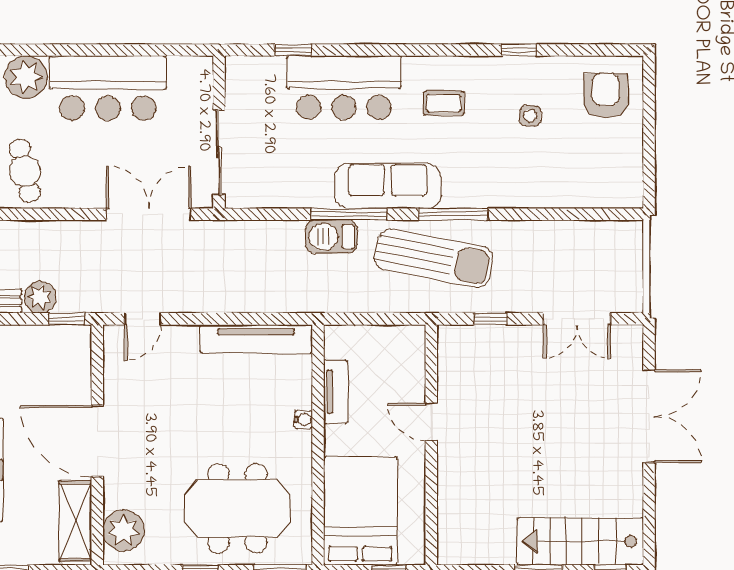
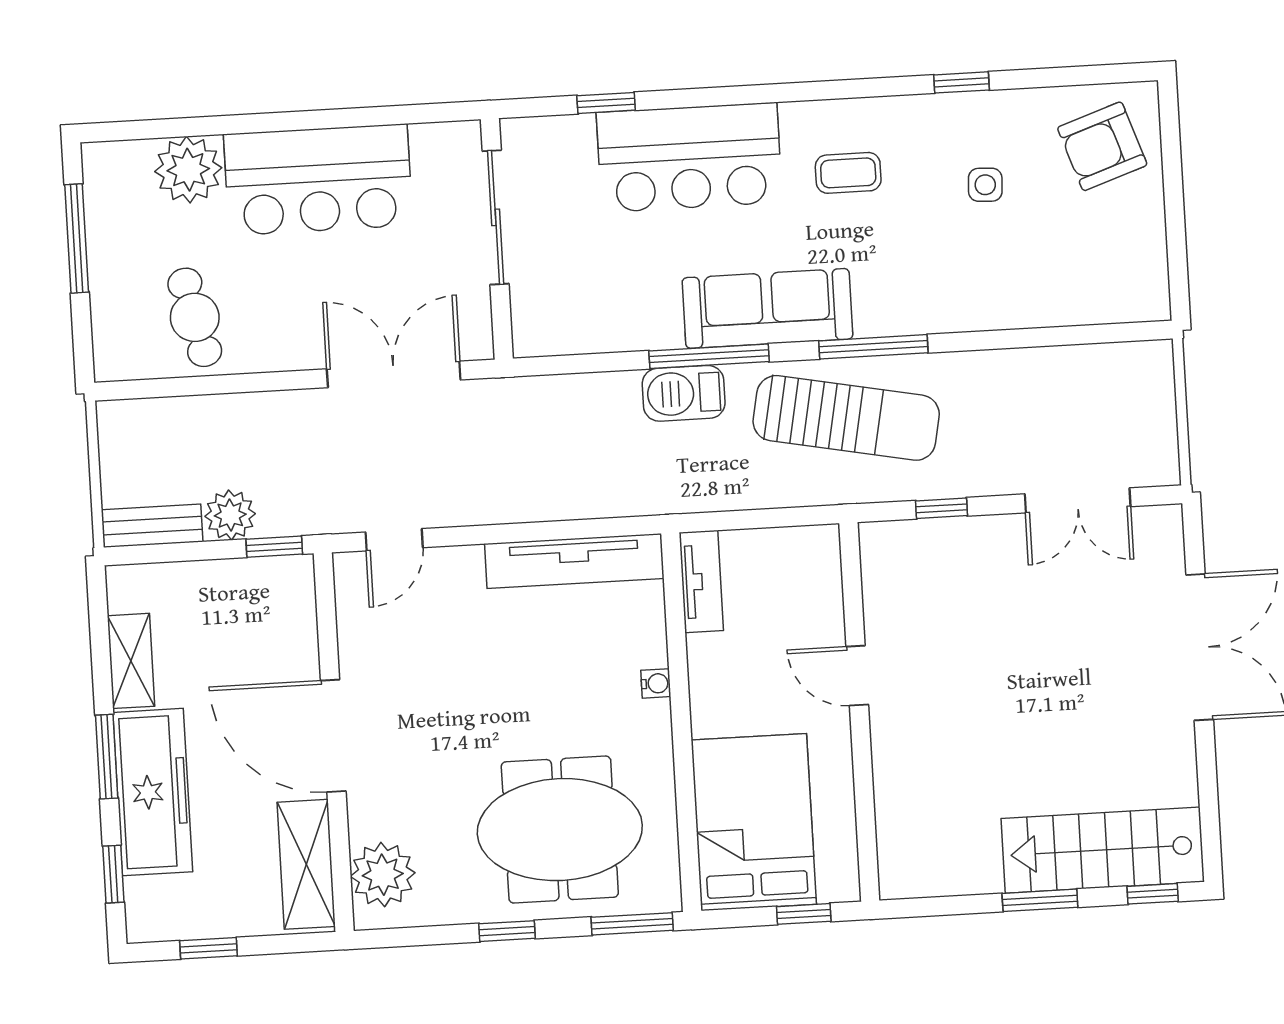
armchair: (606, 96) -> (1102, 146), turned -109
sliding door: (219, 152) -> (496, 217), moved
tv unit: (336, 392) -> (701, 581), moved

